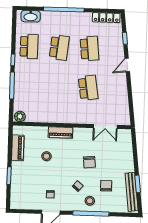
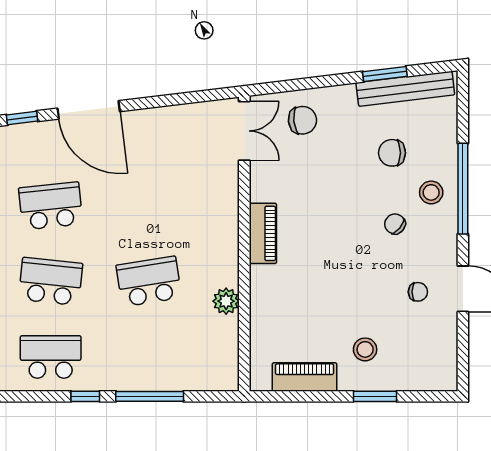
door: (127, 65) -> (89, 110), width x1.87
school desk: (88, 88) -> (149, 281), moved
plant: (20, 116) -> (226, 301), moved
double door: (105, 127) -> (244, 131), moved
piano: (60, 132) -> (263, 233), moved
stool: (46, 156) -> (365, 349), moved
chair: (89, 162) -> (302, 120), moved

